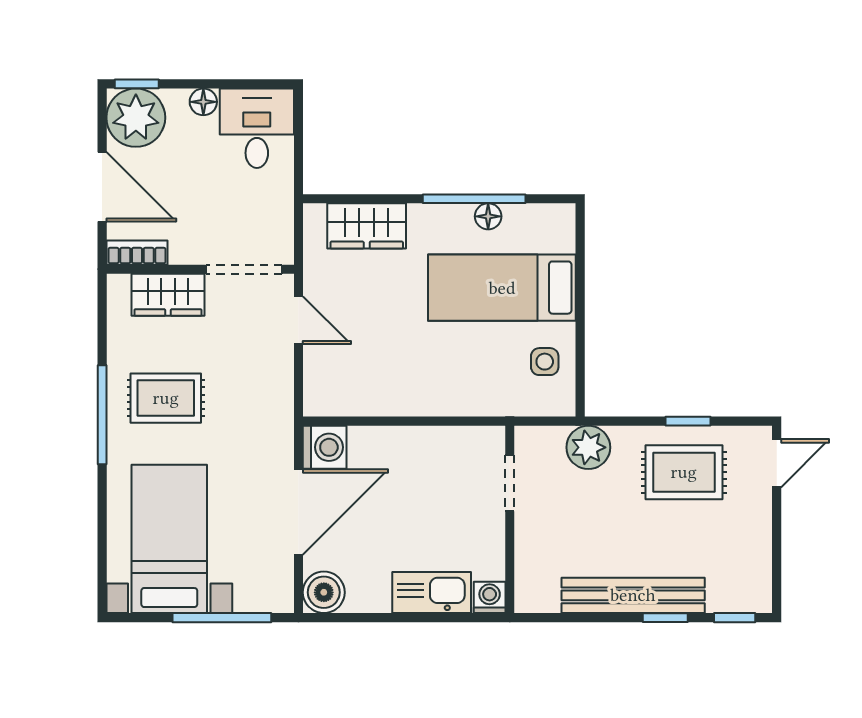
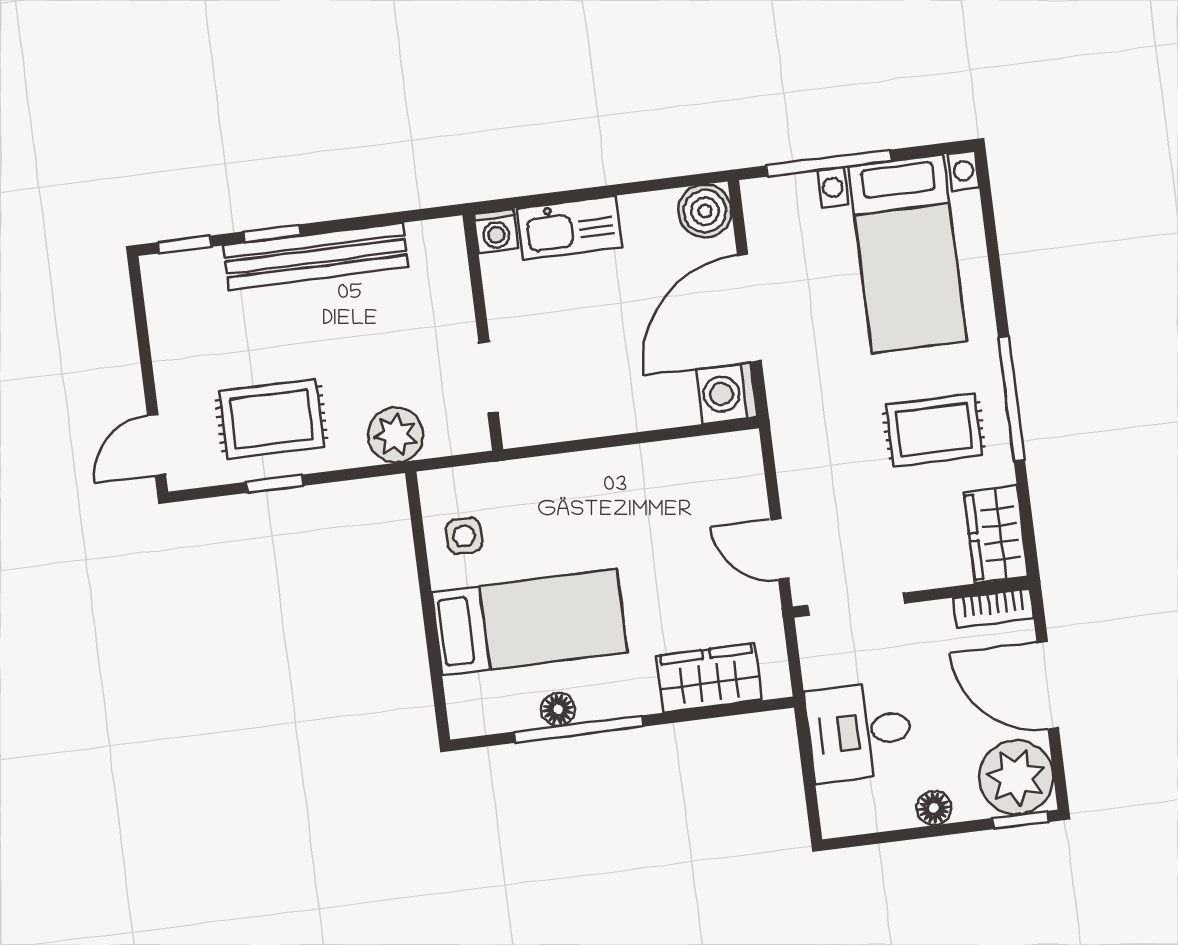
desk: (257, 128) -> (859, 732), moved, turned 90
wardrobe: (168, 295) -> (996, 534), moved, turned -90

